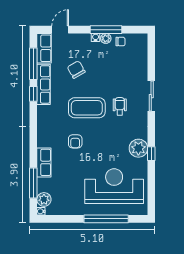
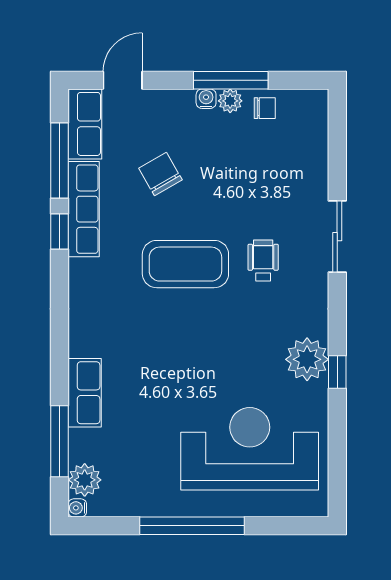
armchair: (75, 141) -> (158, 343), removed
window: (106, 219) -> (192, 526), moved

